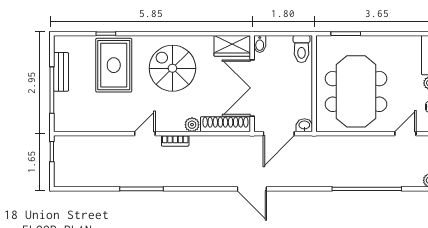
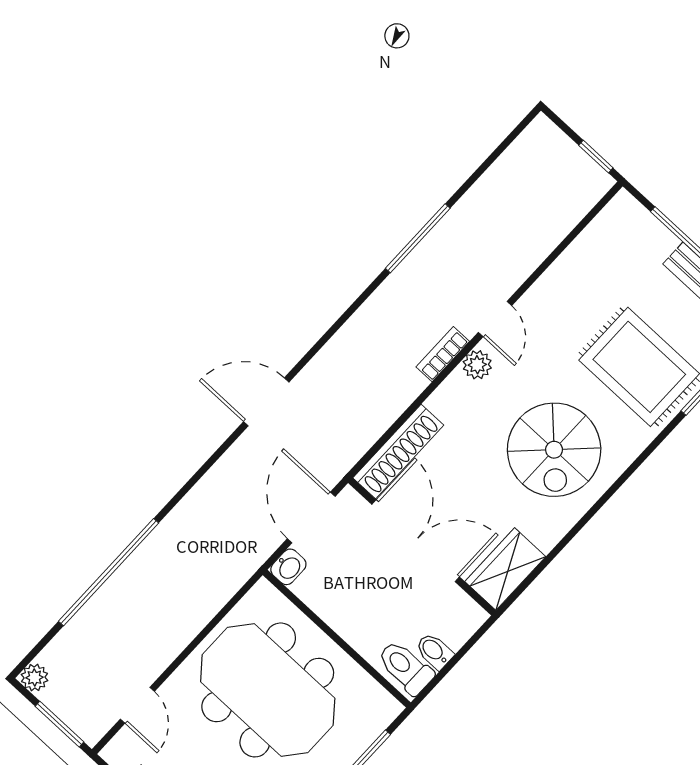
bidet: (260, 44) -> (434, 651), moved
spiral stairs: (172, 68) -> (554, 450), turned 90
plant: (192, 125) -> (477, 365), moved

